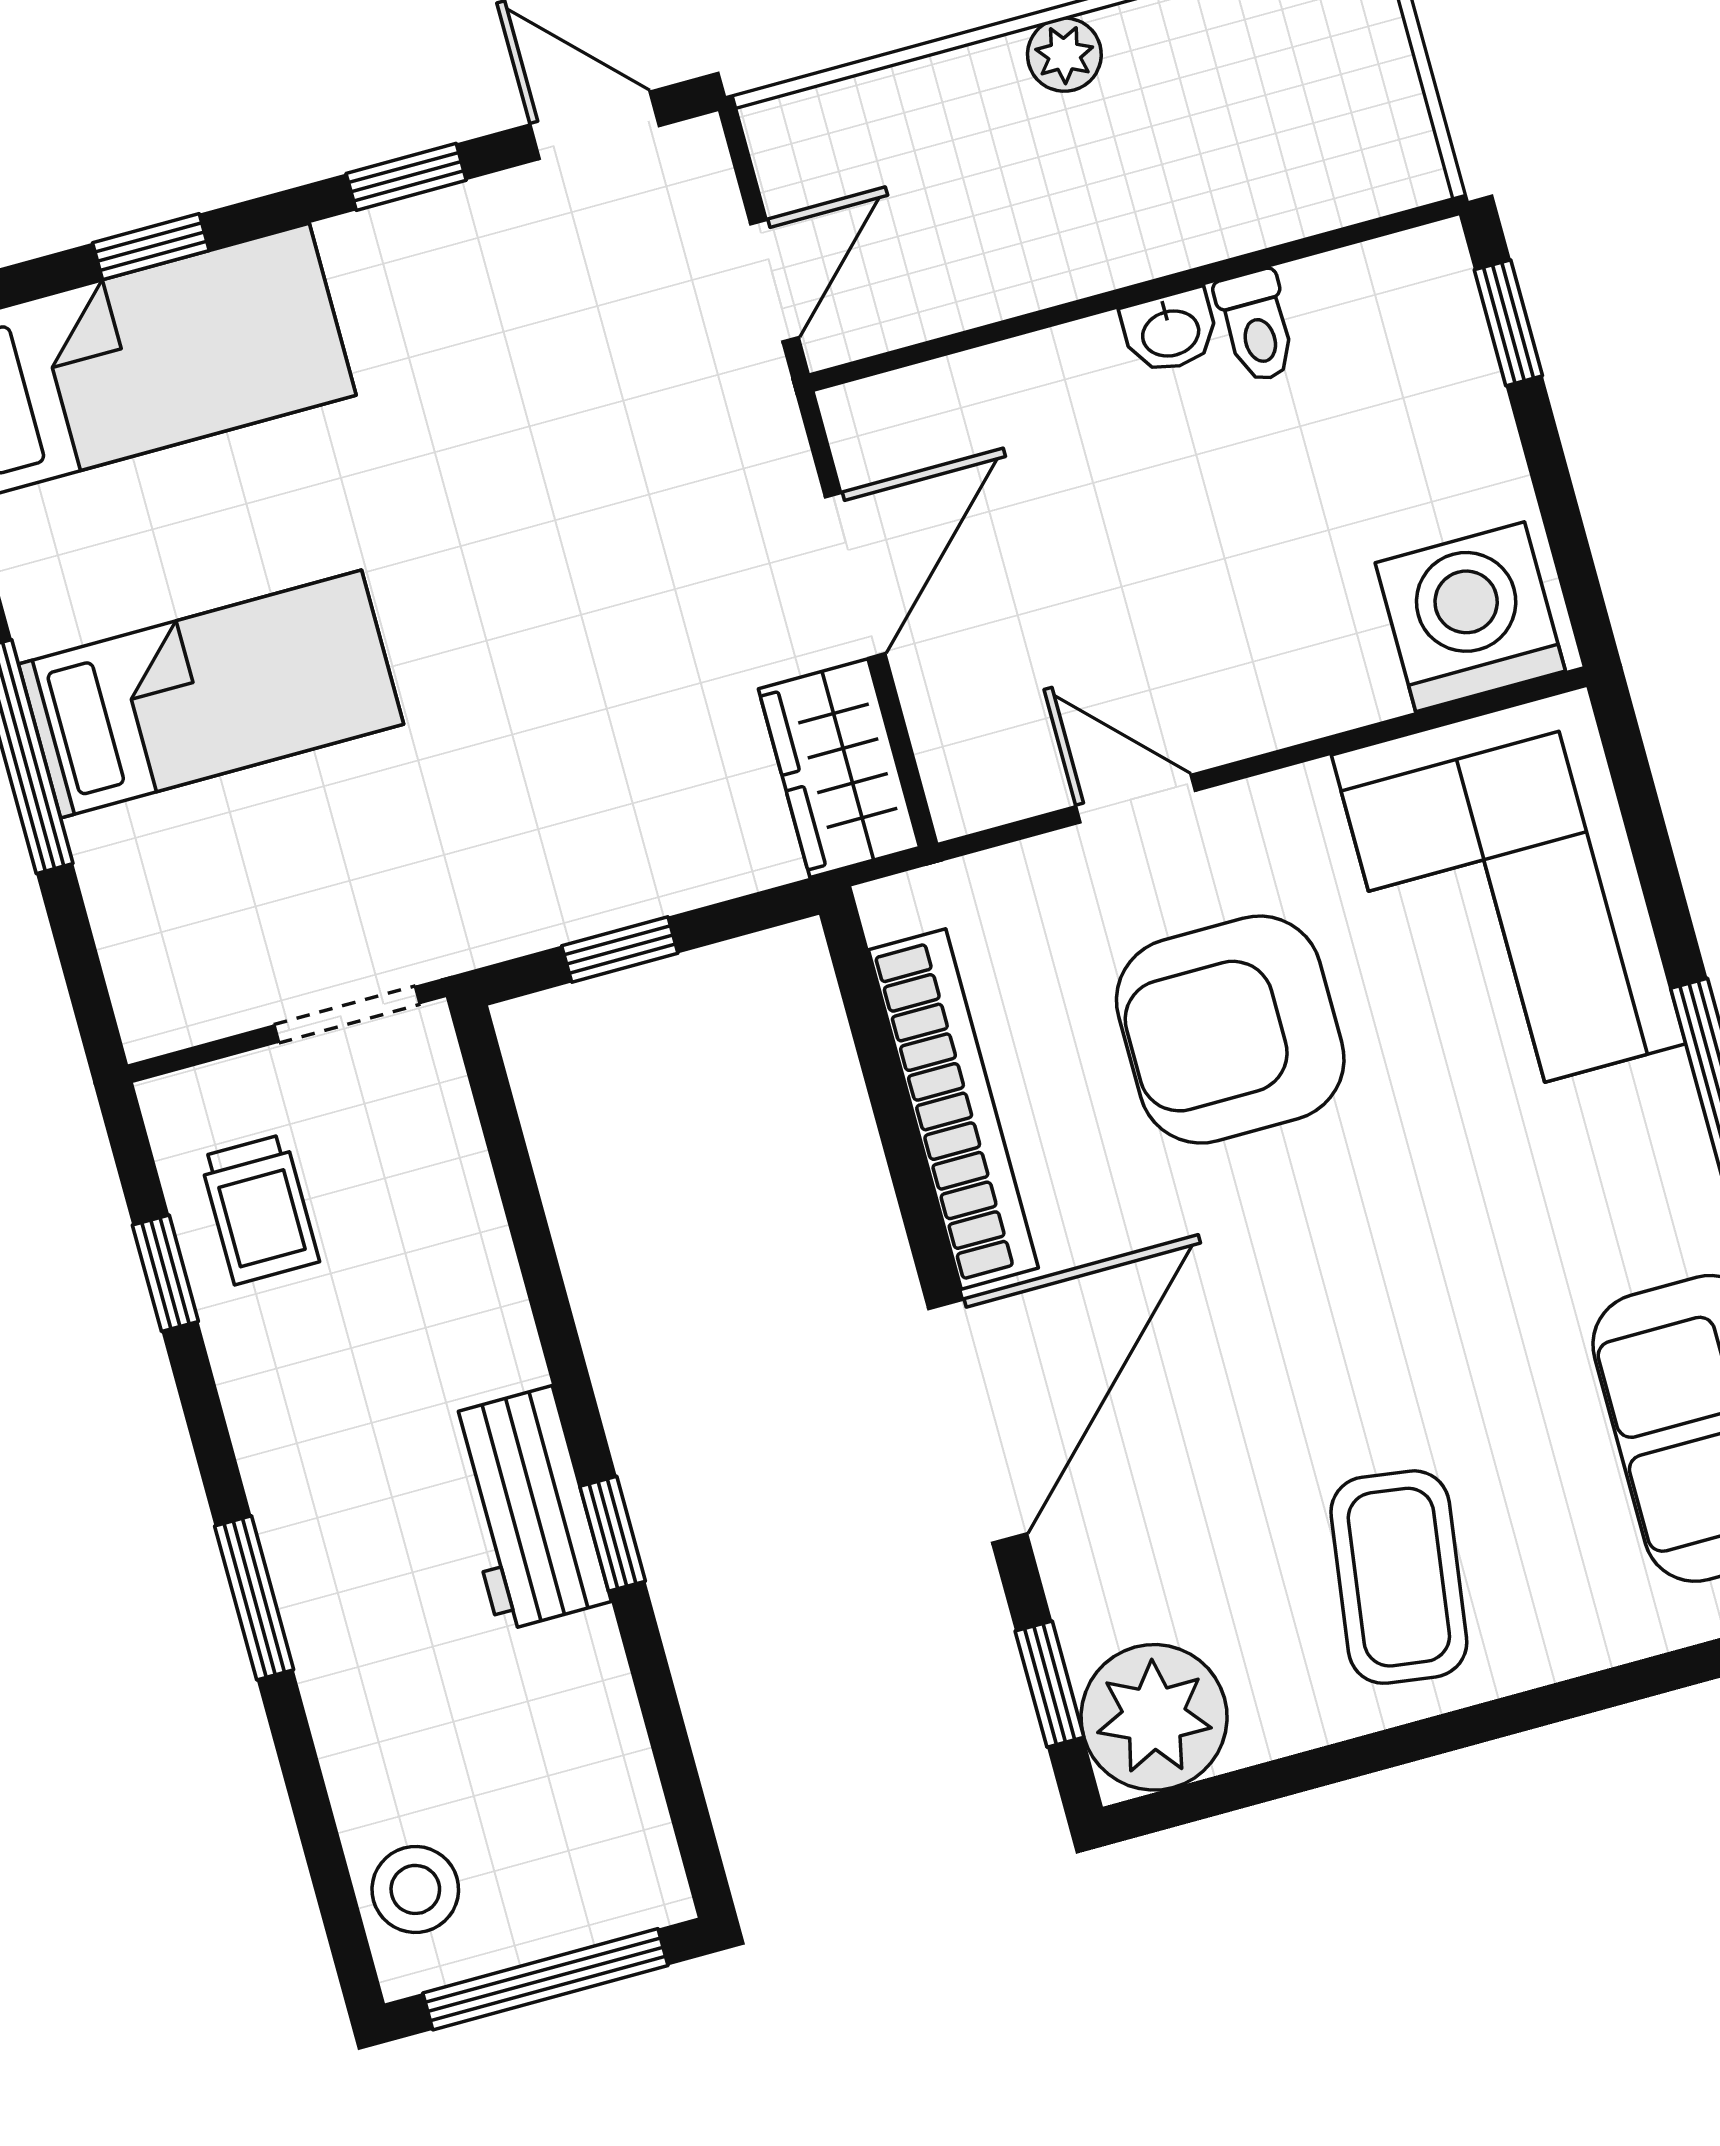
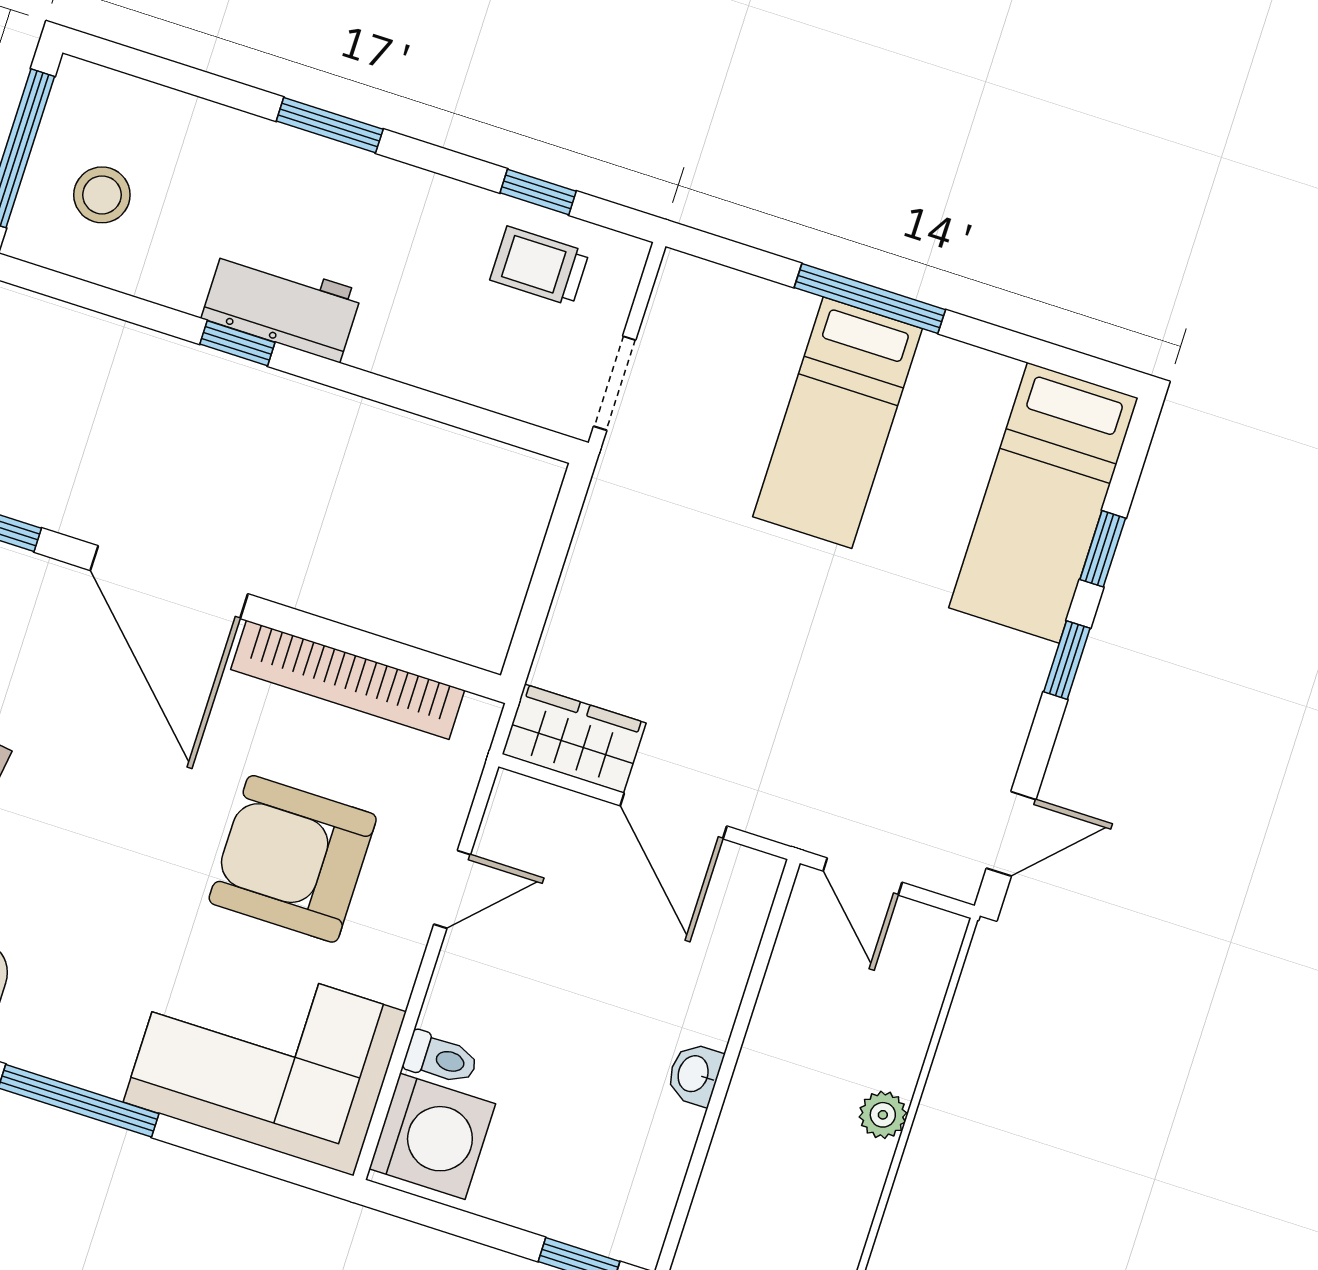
window: (406, 177) -> (1067, 660), moved
toilet: (1256, 326) -> (441, 1058), moved, turned 180
window: (620, 950) -> (553, 555), removed
armchair: (1230, 1030) -> (293, 859), turned -90
stool: (415, 1889) -> (102, 195), moved

